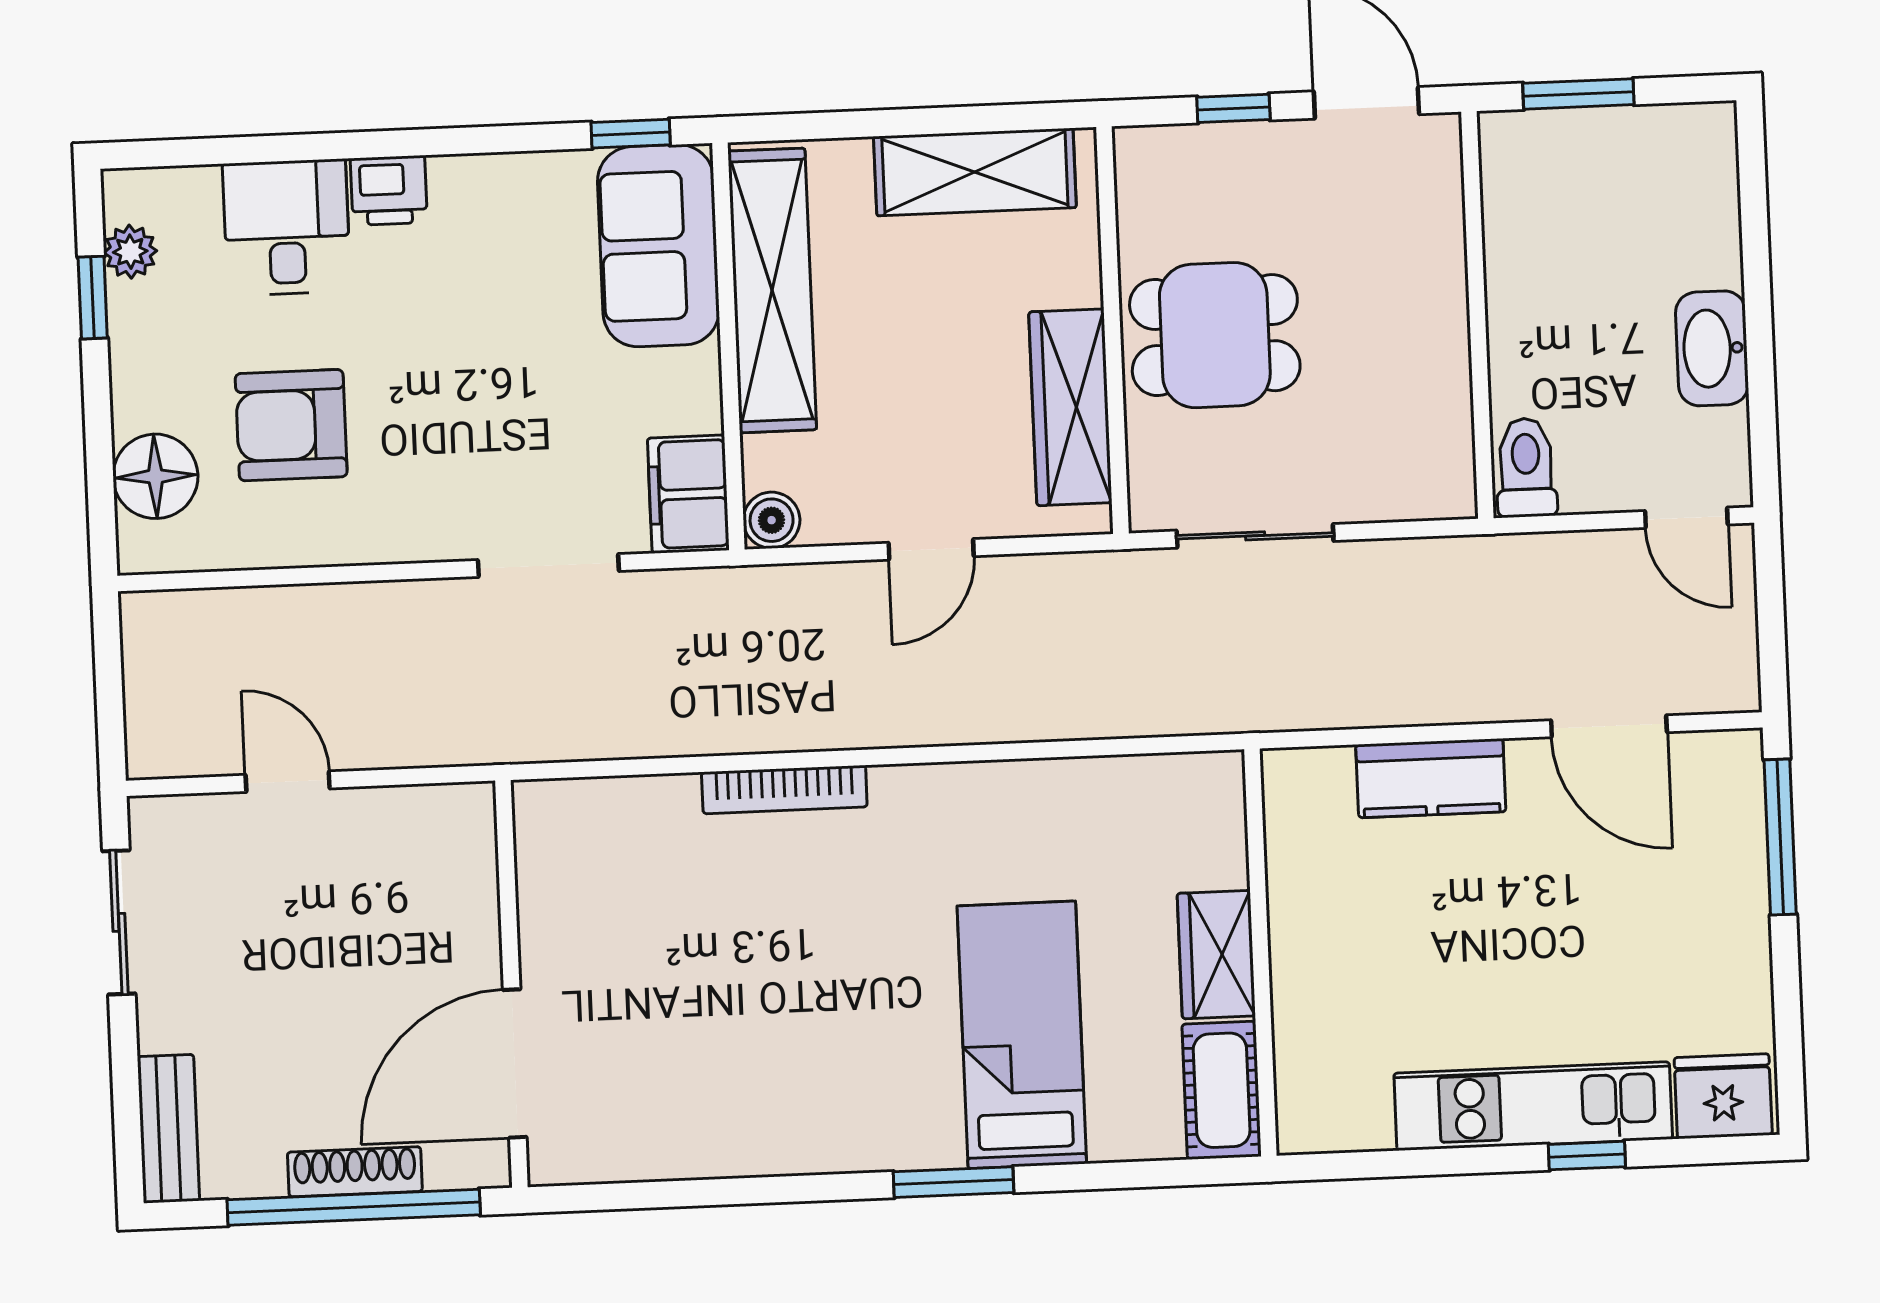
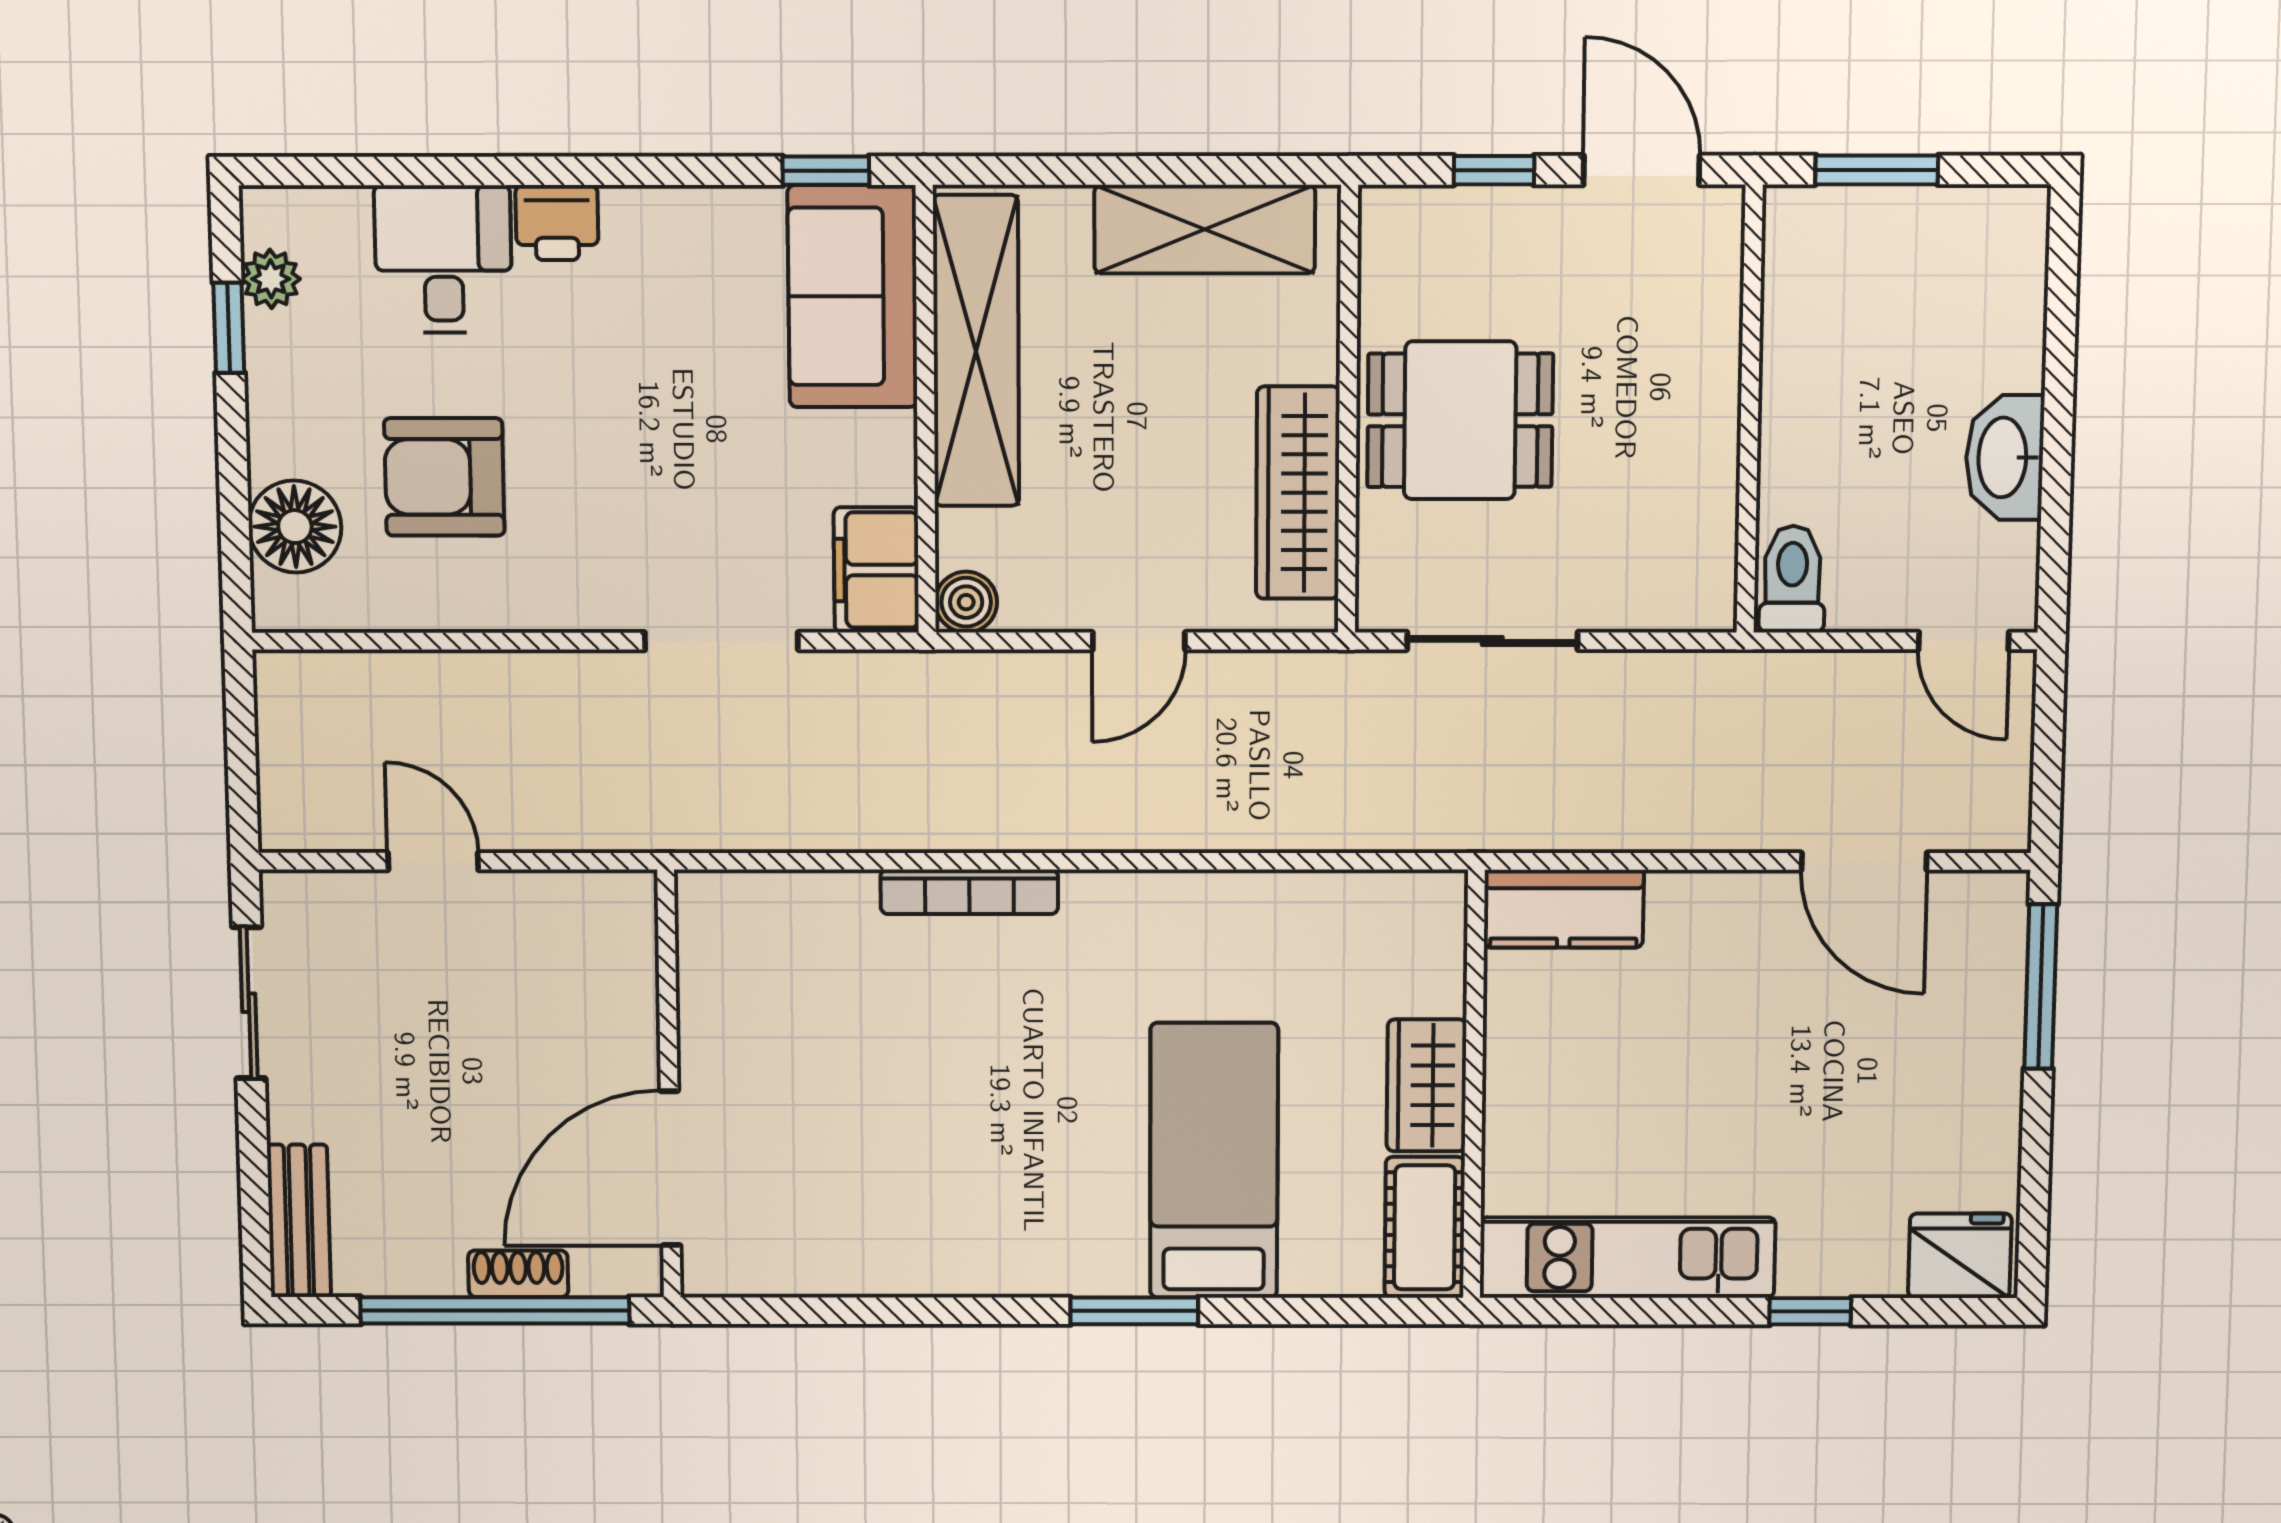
kitchen counter: (1431, 778) -> (1564, 909), moved
kitchen unit: (1533, 1106) -> (1627, 1258), moved
shoe rack: (355, 1172) -> (518, 1274), width x0.70

